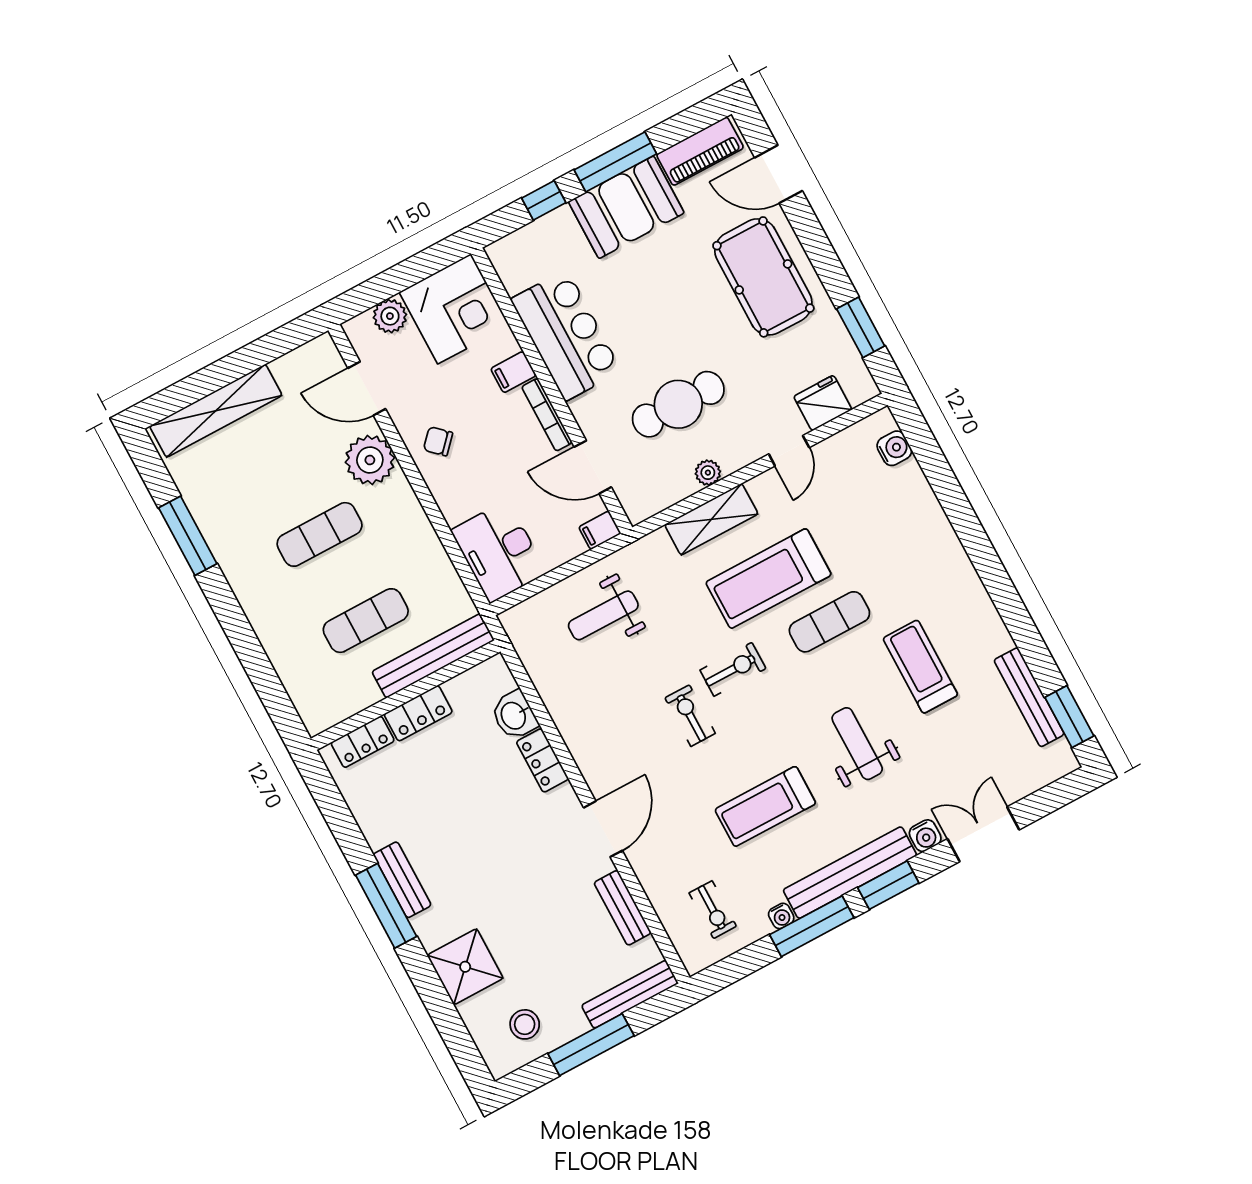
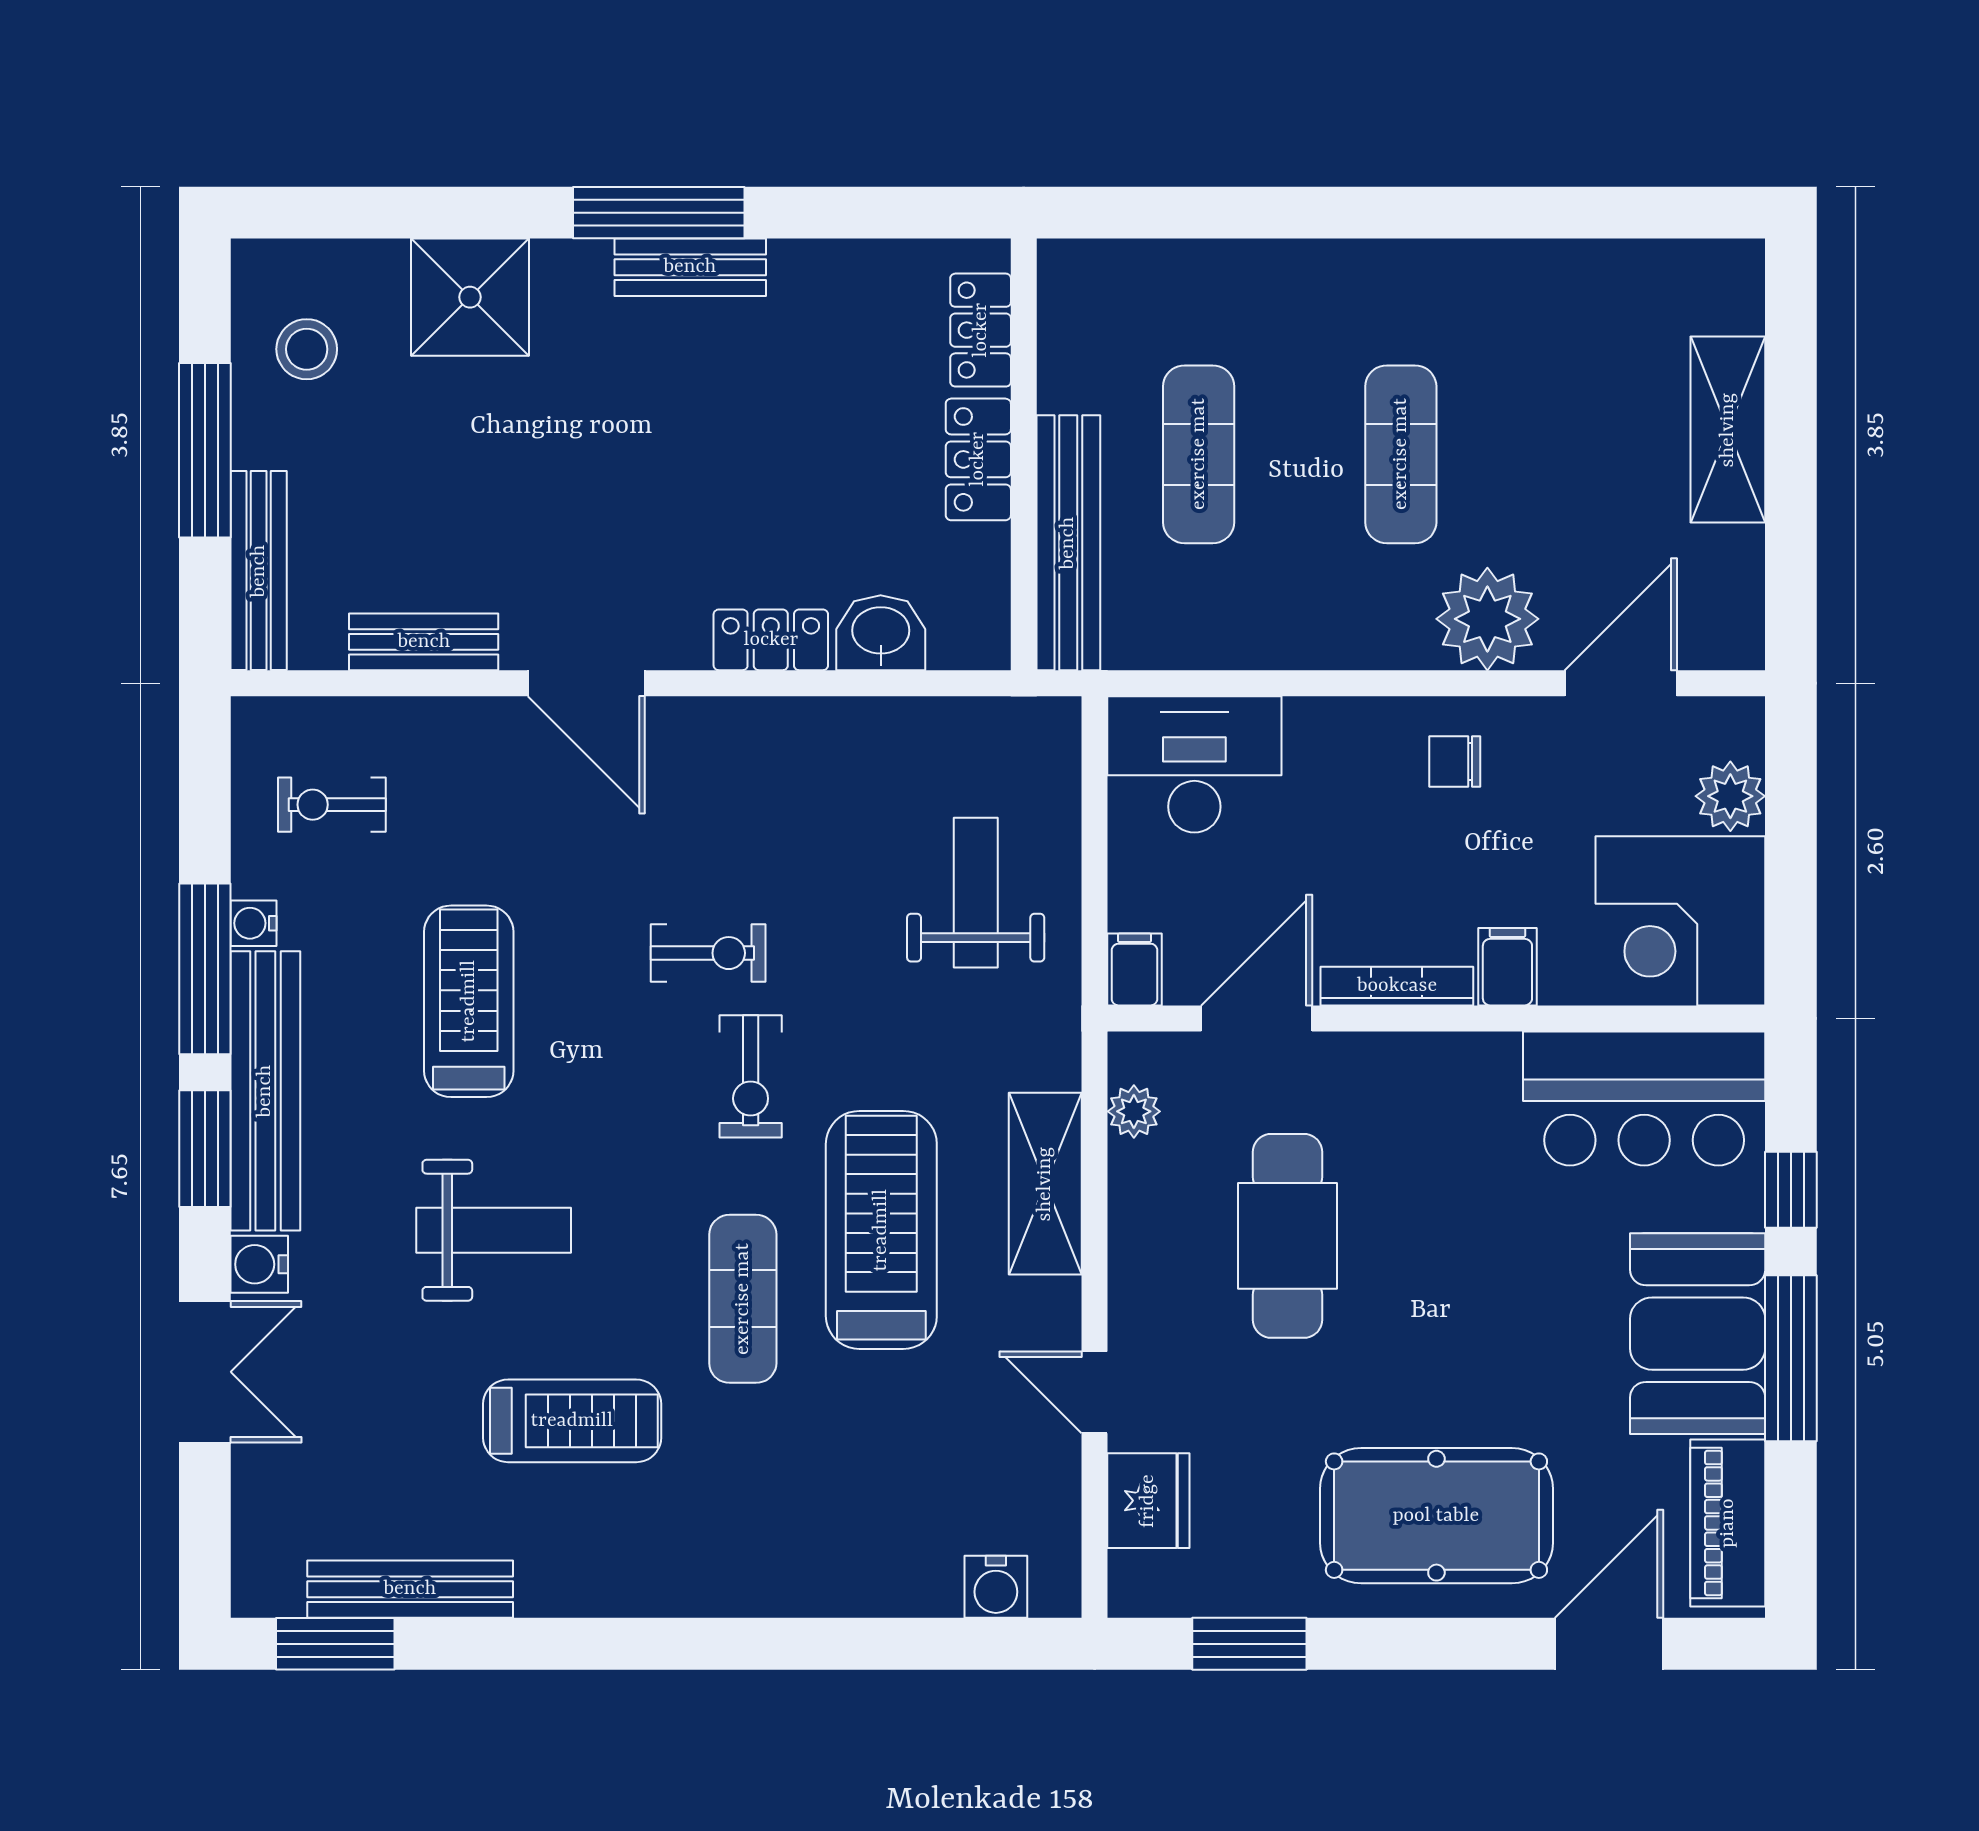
bar counter: (566, 335) -> (1644, 1099), moved
shelving: (216, 411) -> (1728, 430), width x0.68
chair: (438, 441) -> (1455, 762), turned -133
plant: (708, 473) -> (1134, 1111), moved
window: (188, 536) -> (1527, 213), removed

